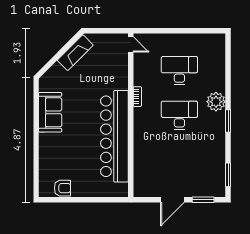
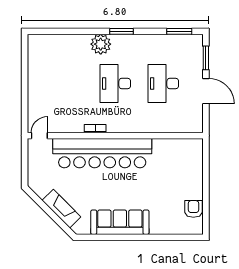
fireplace: (75, 53) -> (61, 209), moved
desk: (179, 71) -> (163, 83), moved
sofa: (50, 112) -> (120, 222), width x1.36
bar counter: (114, 136) -> (102, 153), moved

